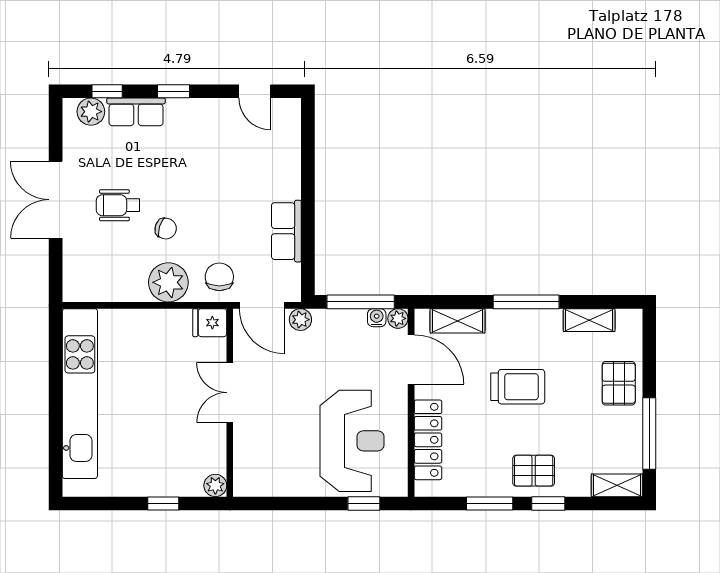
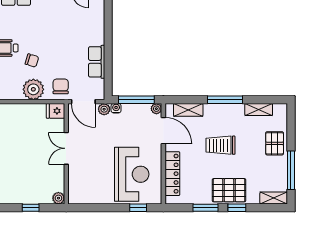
water cooler: (377, 318) -> (116, 108), moved
trolley: (518, 387) -> (220, 145), turned 180
pallet: (534, 471) -> (229, 190), width x1.50, depth x1.42

